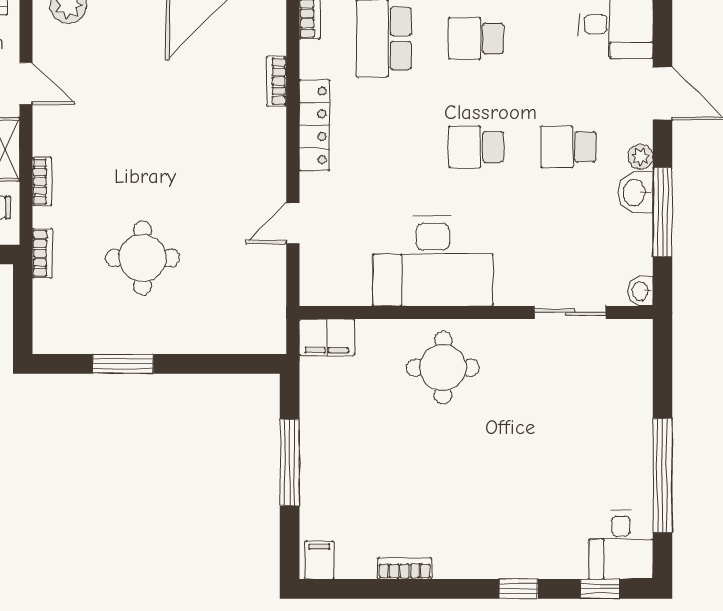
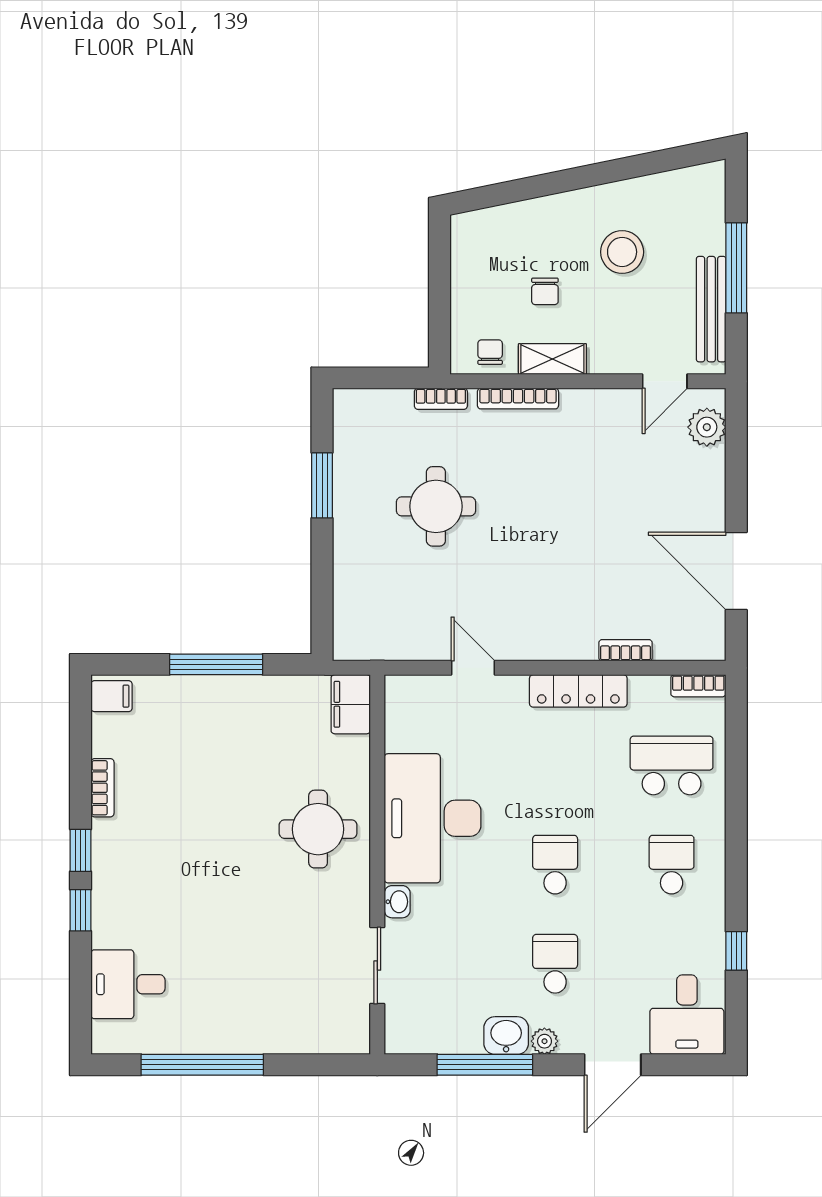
door: (26, 83) -> (665, 381), moved
bookcase: (42, 181) -> (518, 399), width x1.56
washbasin: (641, 291) -> (397, 902), moved, turned 90
desk: (621, 545) -> (128, 984), moved
window: (600, 589) -> (80, 850), moved

